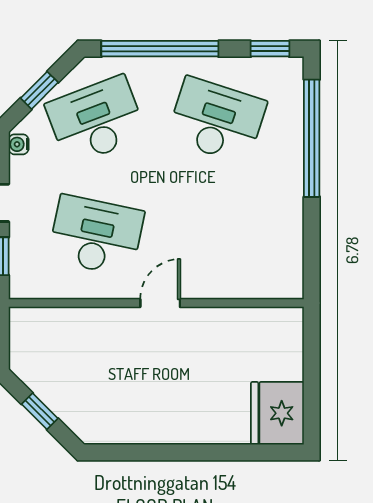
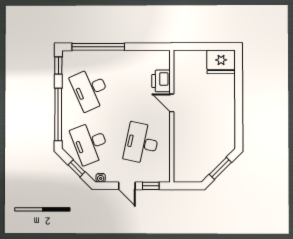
desk: (217, 120) -> (90, 89), turned -42
printer: (235, 279) -> (161, 81), added
door: (160, 303) -> (172, 103), moved
window: (40, 411) -> (220, 168), width x1.50

